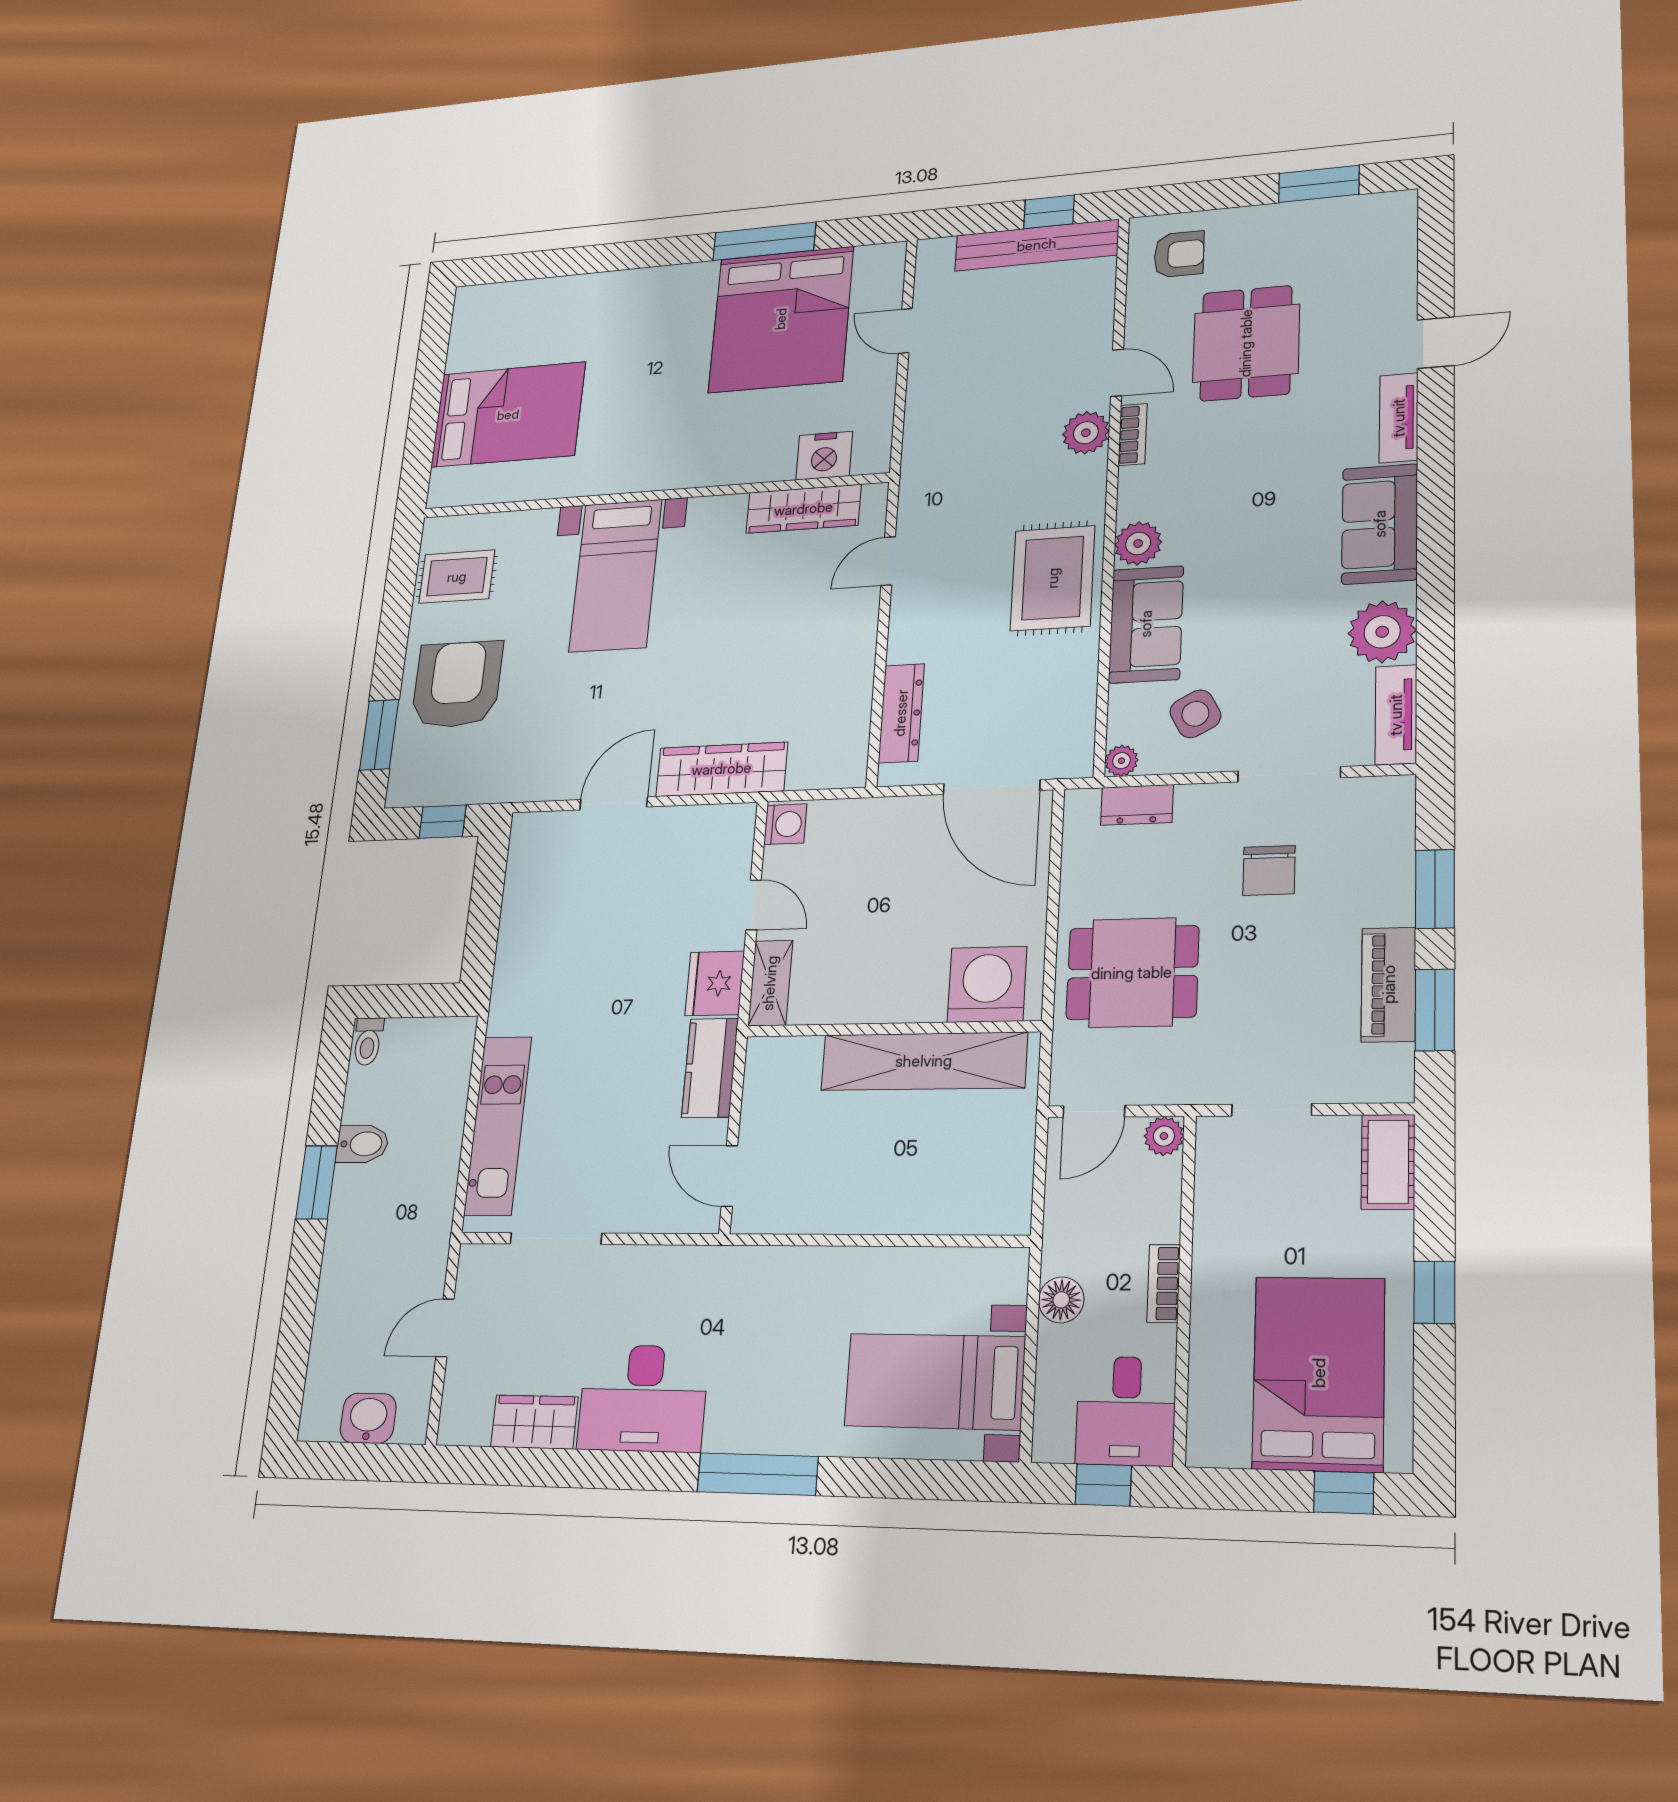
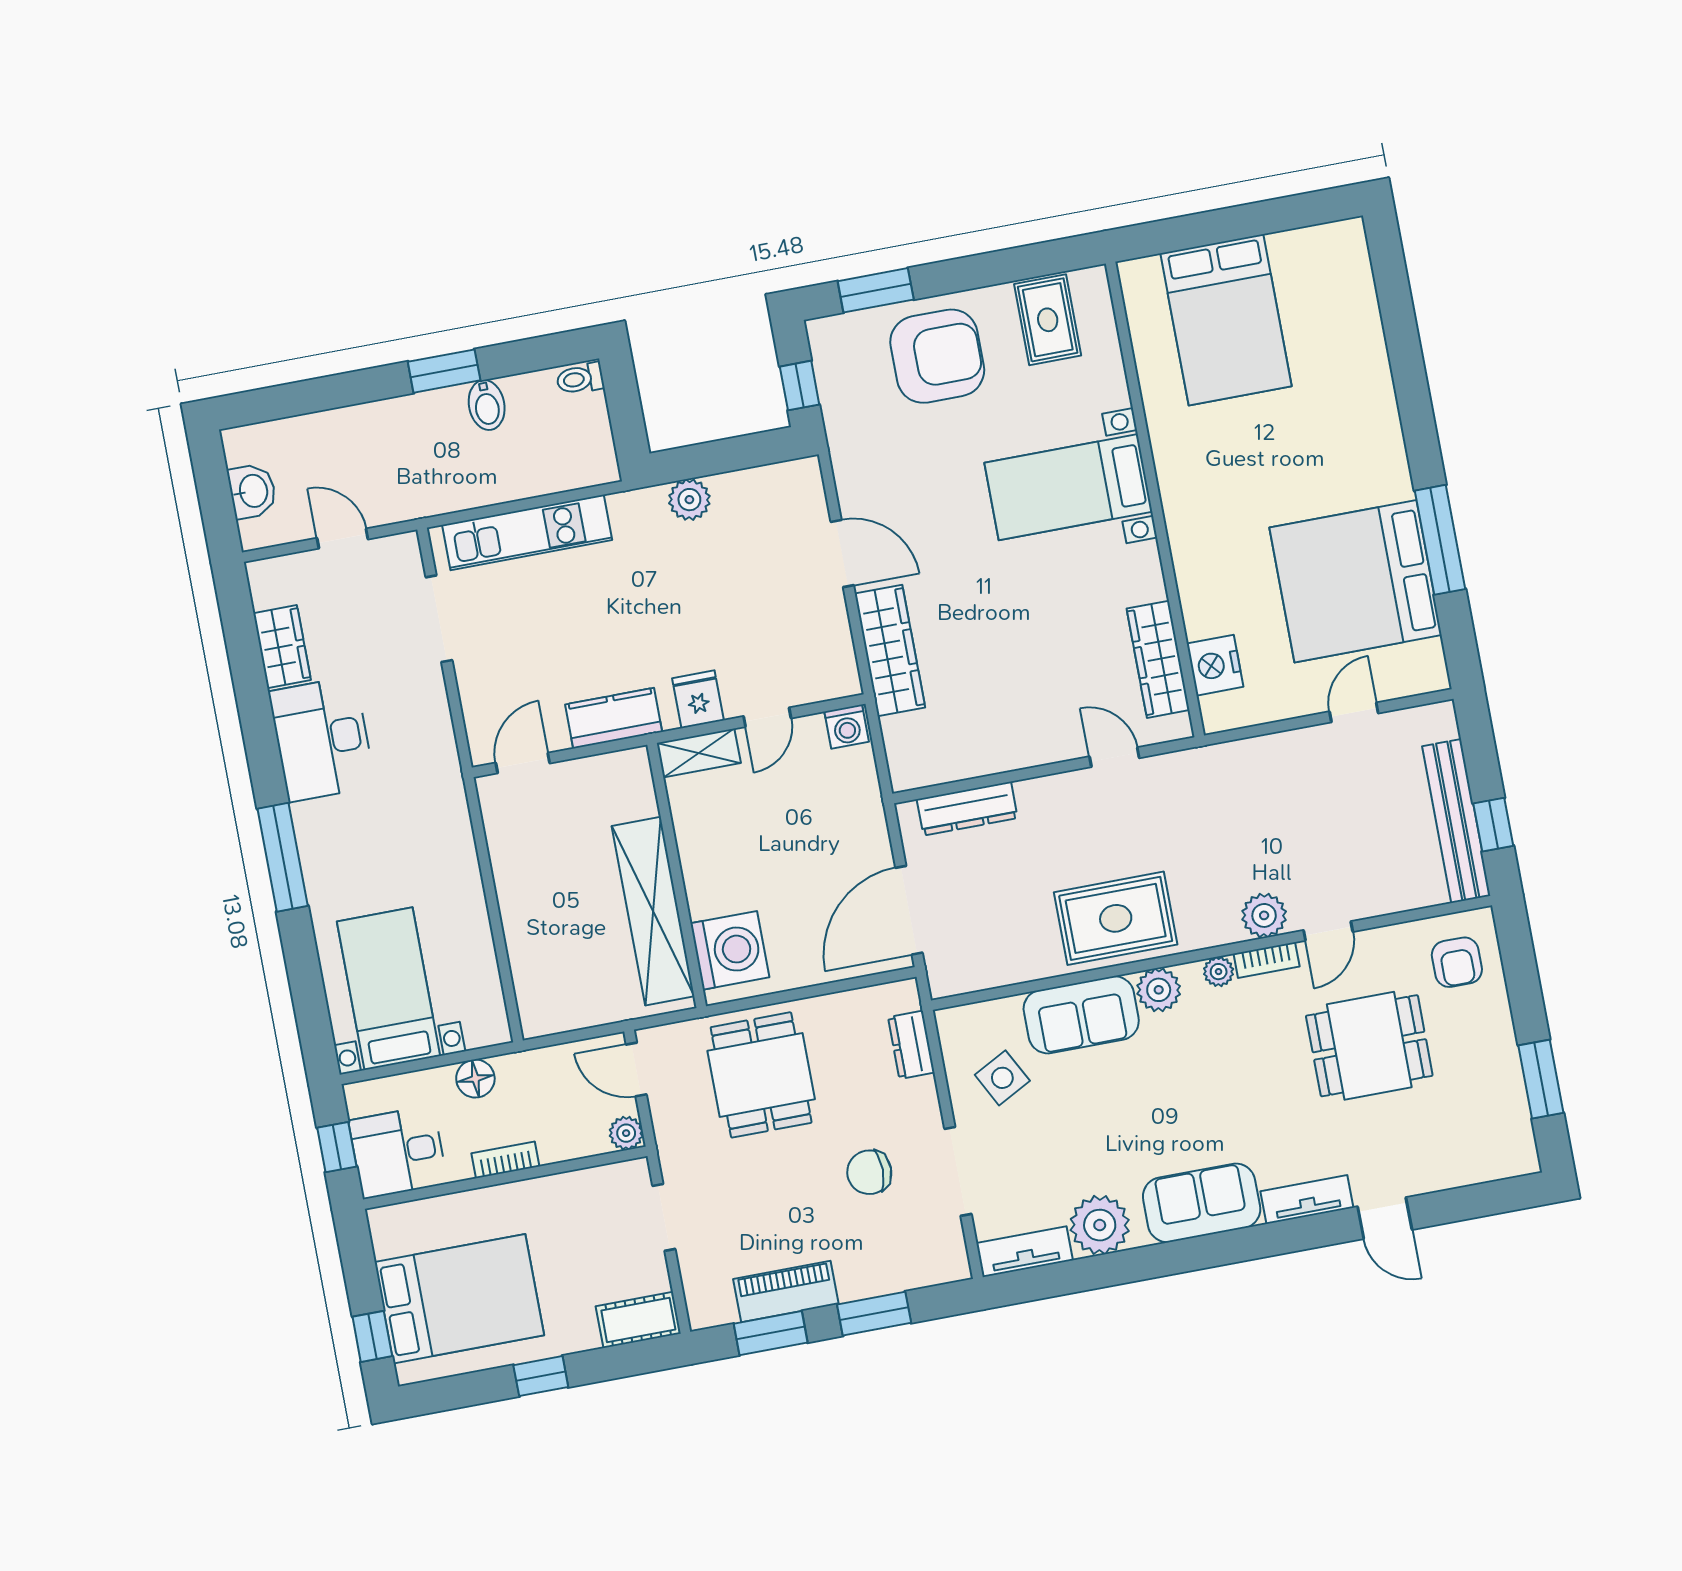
plant: (1121, 761) -> (1219, 972), moved
plant: (516, 950) -> (689, 500), added
fridge: (715, 983) -> (698, 699), width x0.72

